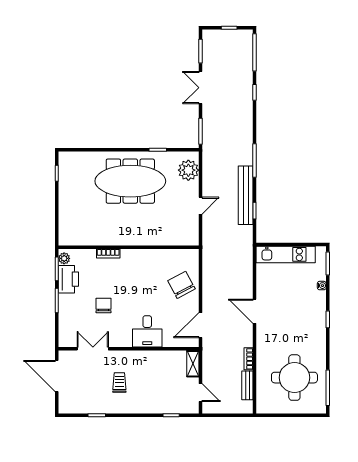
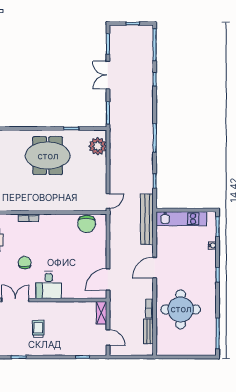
meeting table: (130, 181) -> (48, 156), width x0.73
bench: (246, 195) -> (147, 219), moved
door: (200, 206) -> (108, 201), moved
chair: (181, 285) -> (87, 224), moved, turned -152
door: (255, 311) -> (155, 268), hinge flipped
desk: (147, 331) -> (49, 285), moved
round table: (294, 378) -> (181, 309), moved

